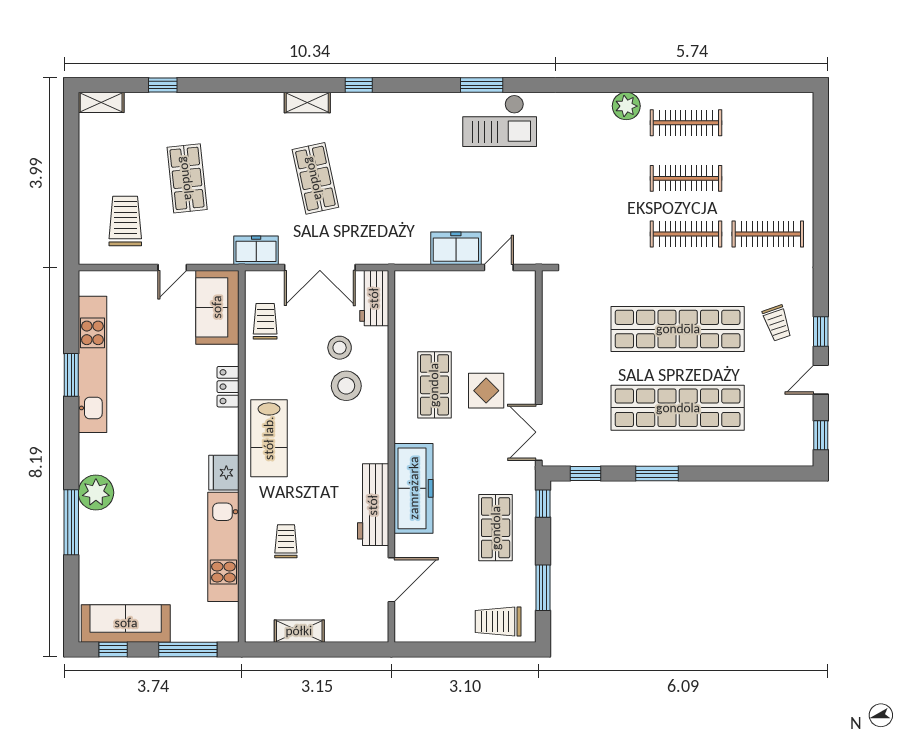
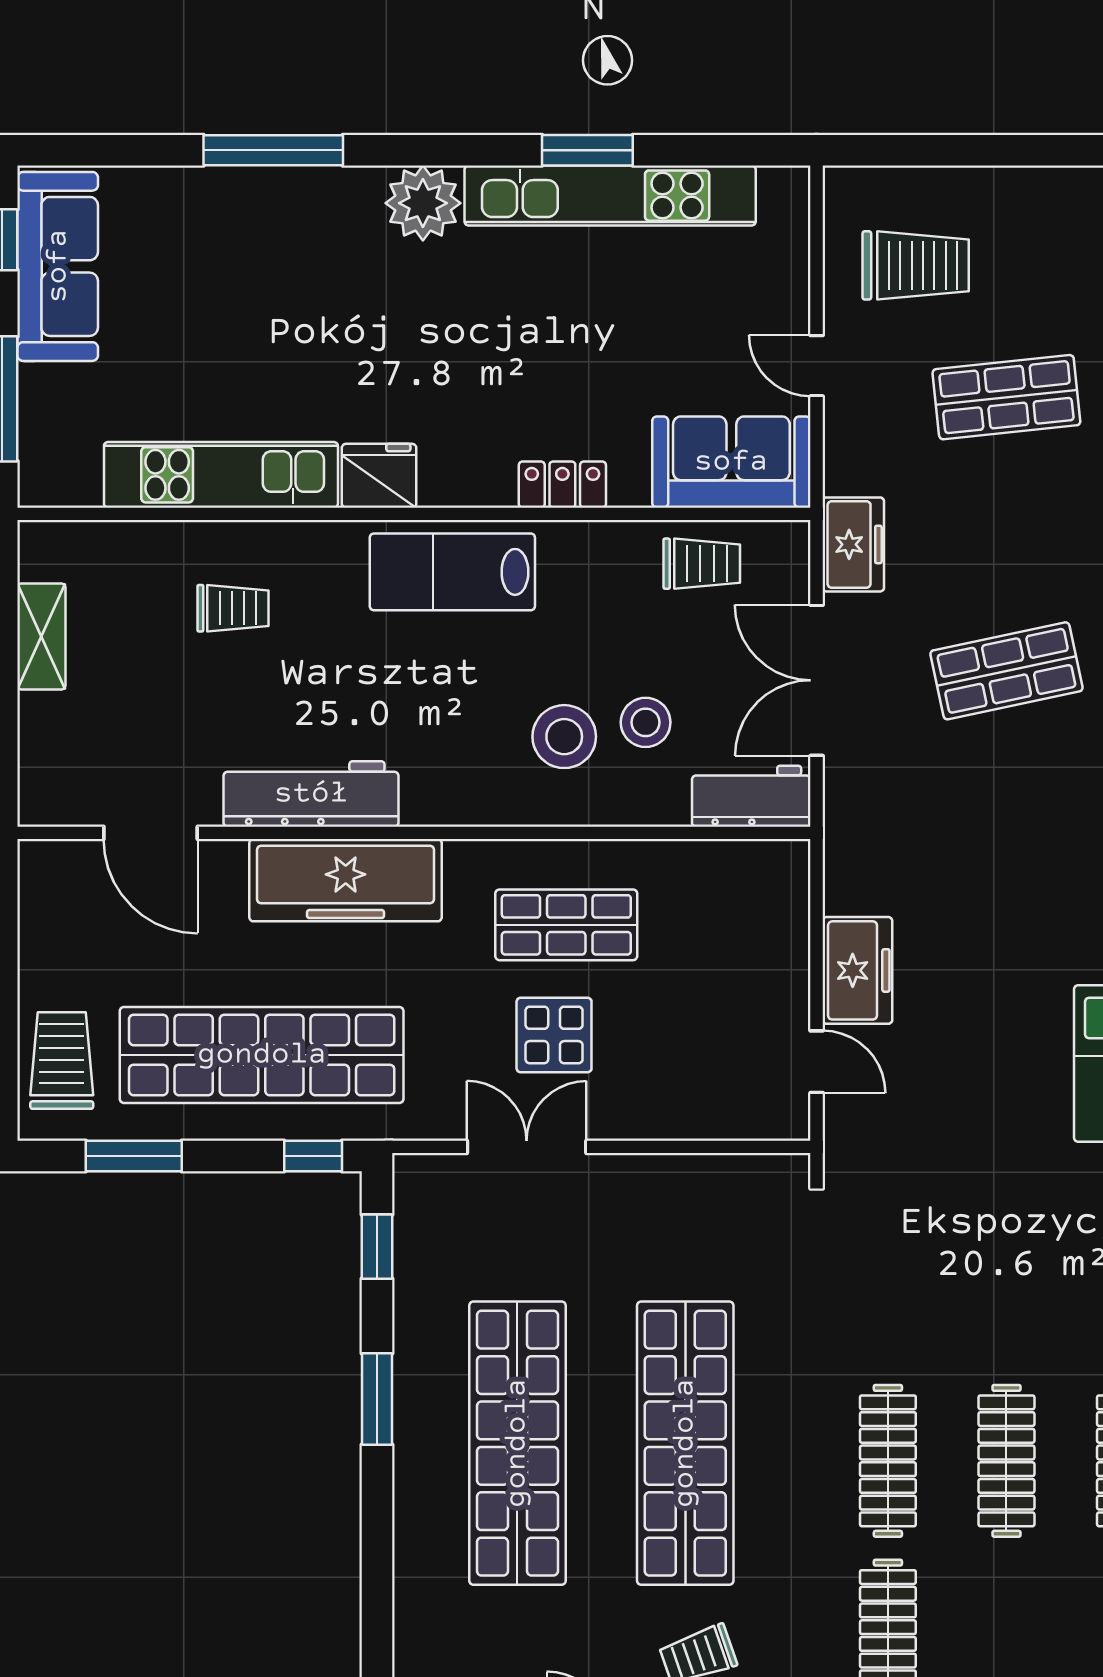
double door: (539, 432) -> (527, 1147), moved
plant: (96, 493) -> (423, 203), moved
shop shelf: (496, 528) -> (262, 1055), width x2.00, depth x1.36

